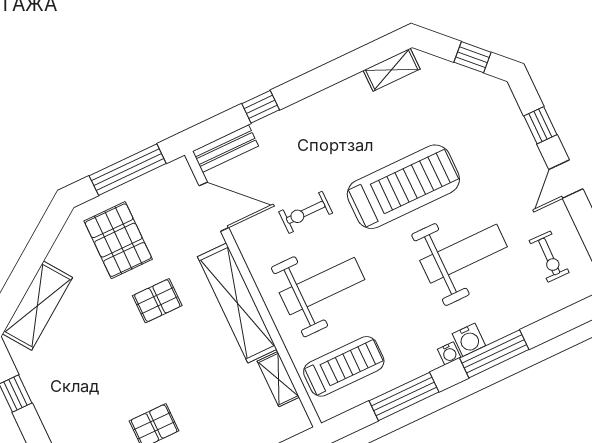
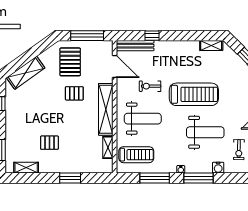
bench: (225, 149) -> (135, 46), width x1.36
water cooler: (469, 340) -> (218, 168), moved

